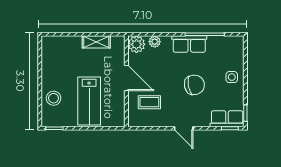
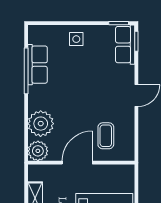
plant: (155, 42) -> (41, 124), width x1.87, depth x1.87
row of seats: (189, 44) -> (37, 65), moved
chair: (194, 85) -> (85, 83), removed

